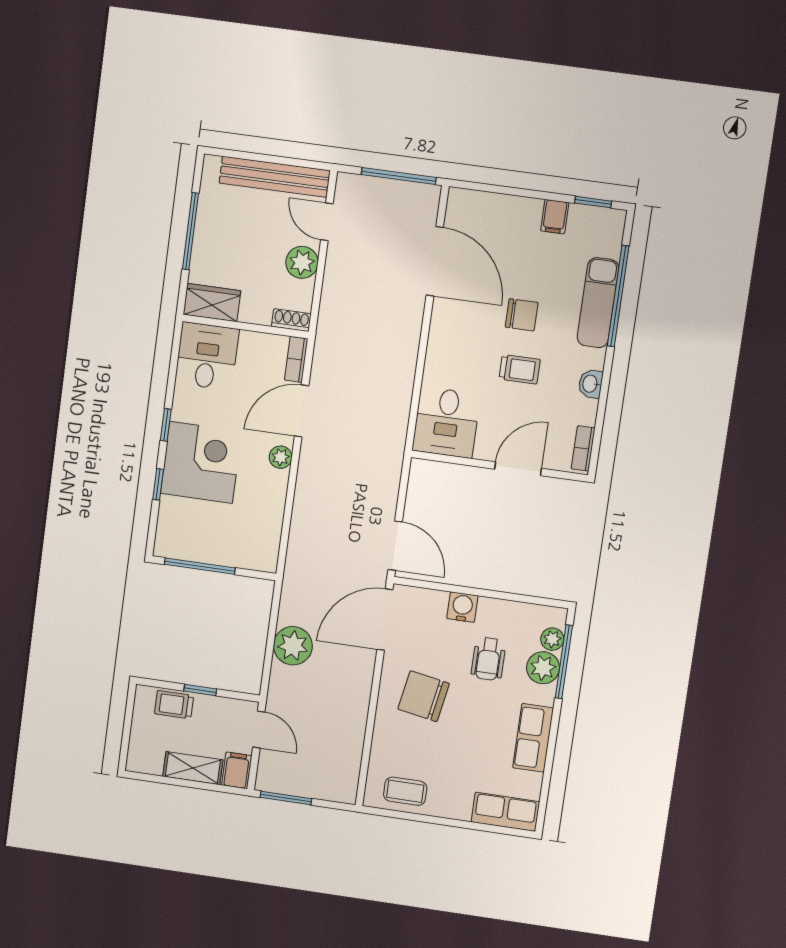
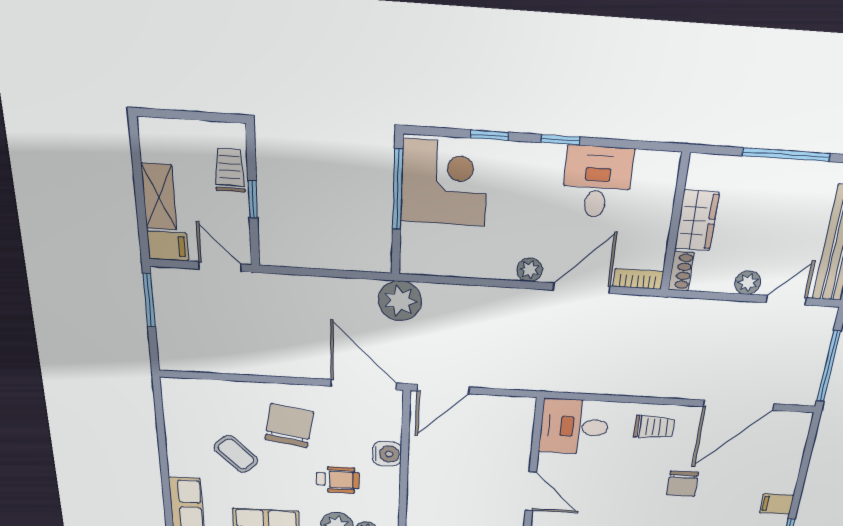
plant: (302, 262) -> (748, 283), width x0.73, depth x0.73
wardrobe: (212, 303) -> (697, 221), moved
desk: (207, 356) -> (597, 182), moved, turned -90
trolley: (520, 369) -> (654, 427), moved, turned -90
door: (302, 411) -> (582, 288), hinge flipped
corner desk: (201, 462) -> (444, 183), moved, turned -90
plant: (293, 646) -> (400, 301), moved
wheelchair: (488, 659) -> (338, 480), turned 180
door: (259, 729) -> (220, 267), swing flipped
coffee table: (405, 791) -> (236, 454), moved, turned -45

